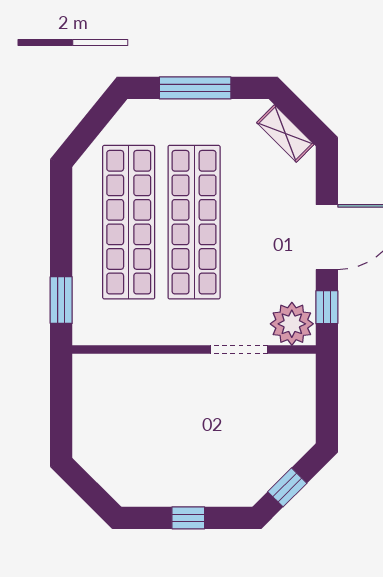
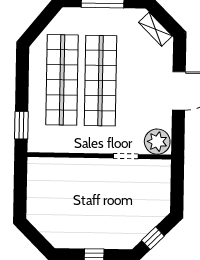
window: (327, 307) -> (178, 132), removed
doorway: (239, 349) -> (126, 156), width x0.73

